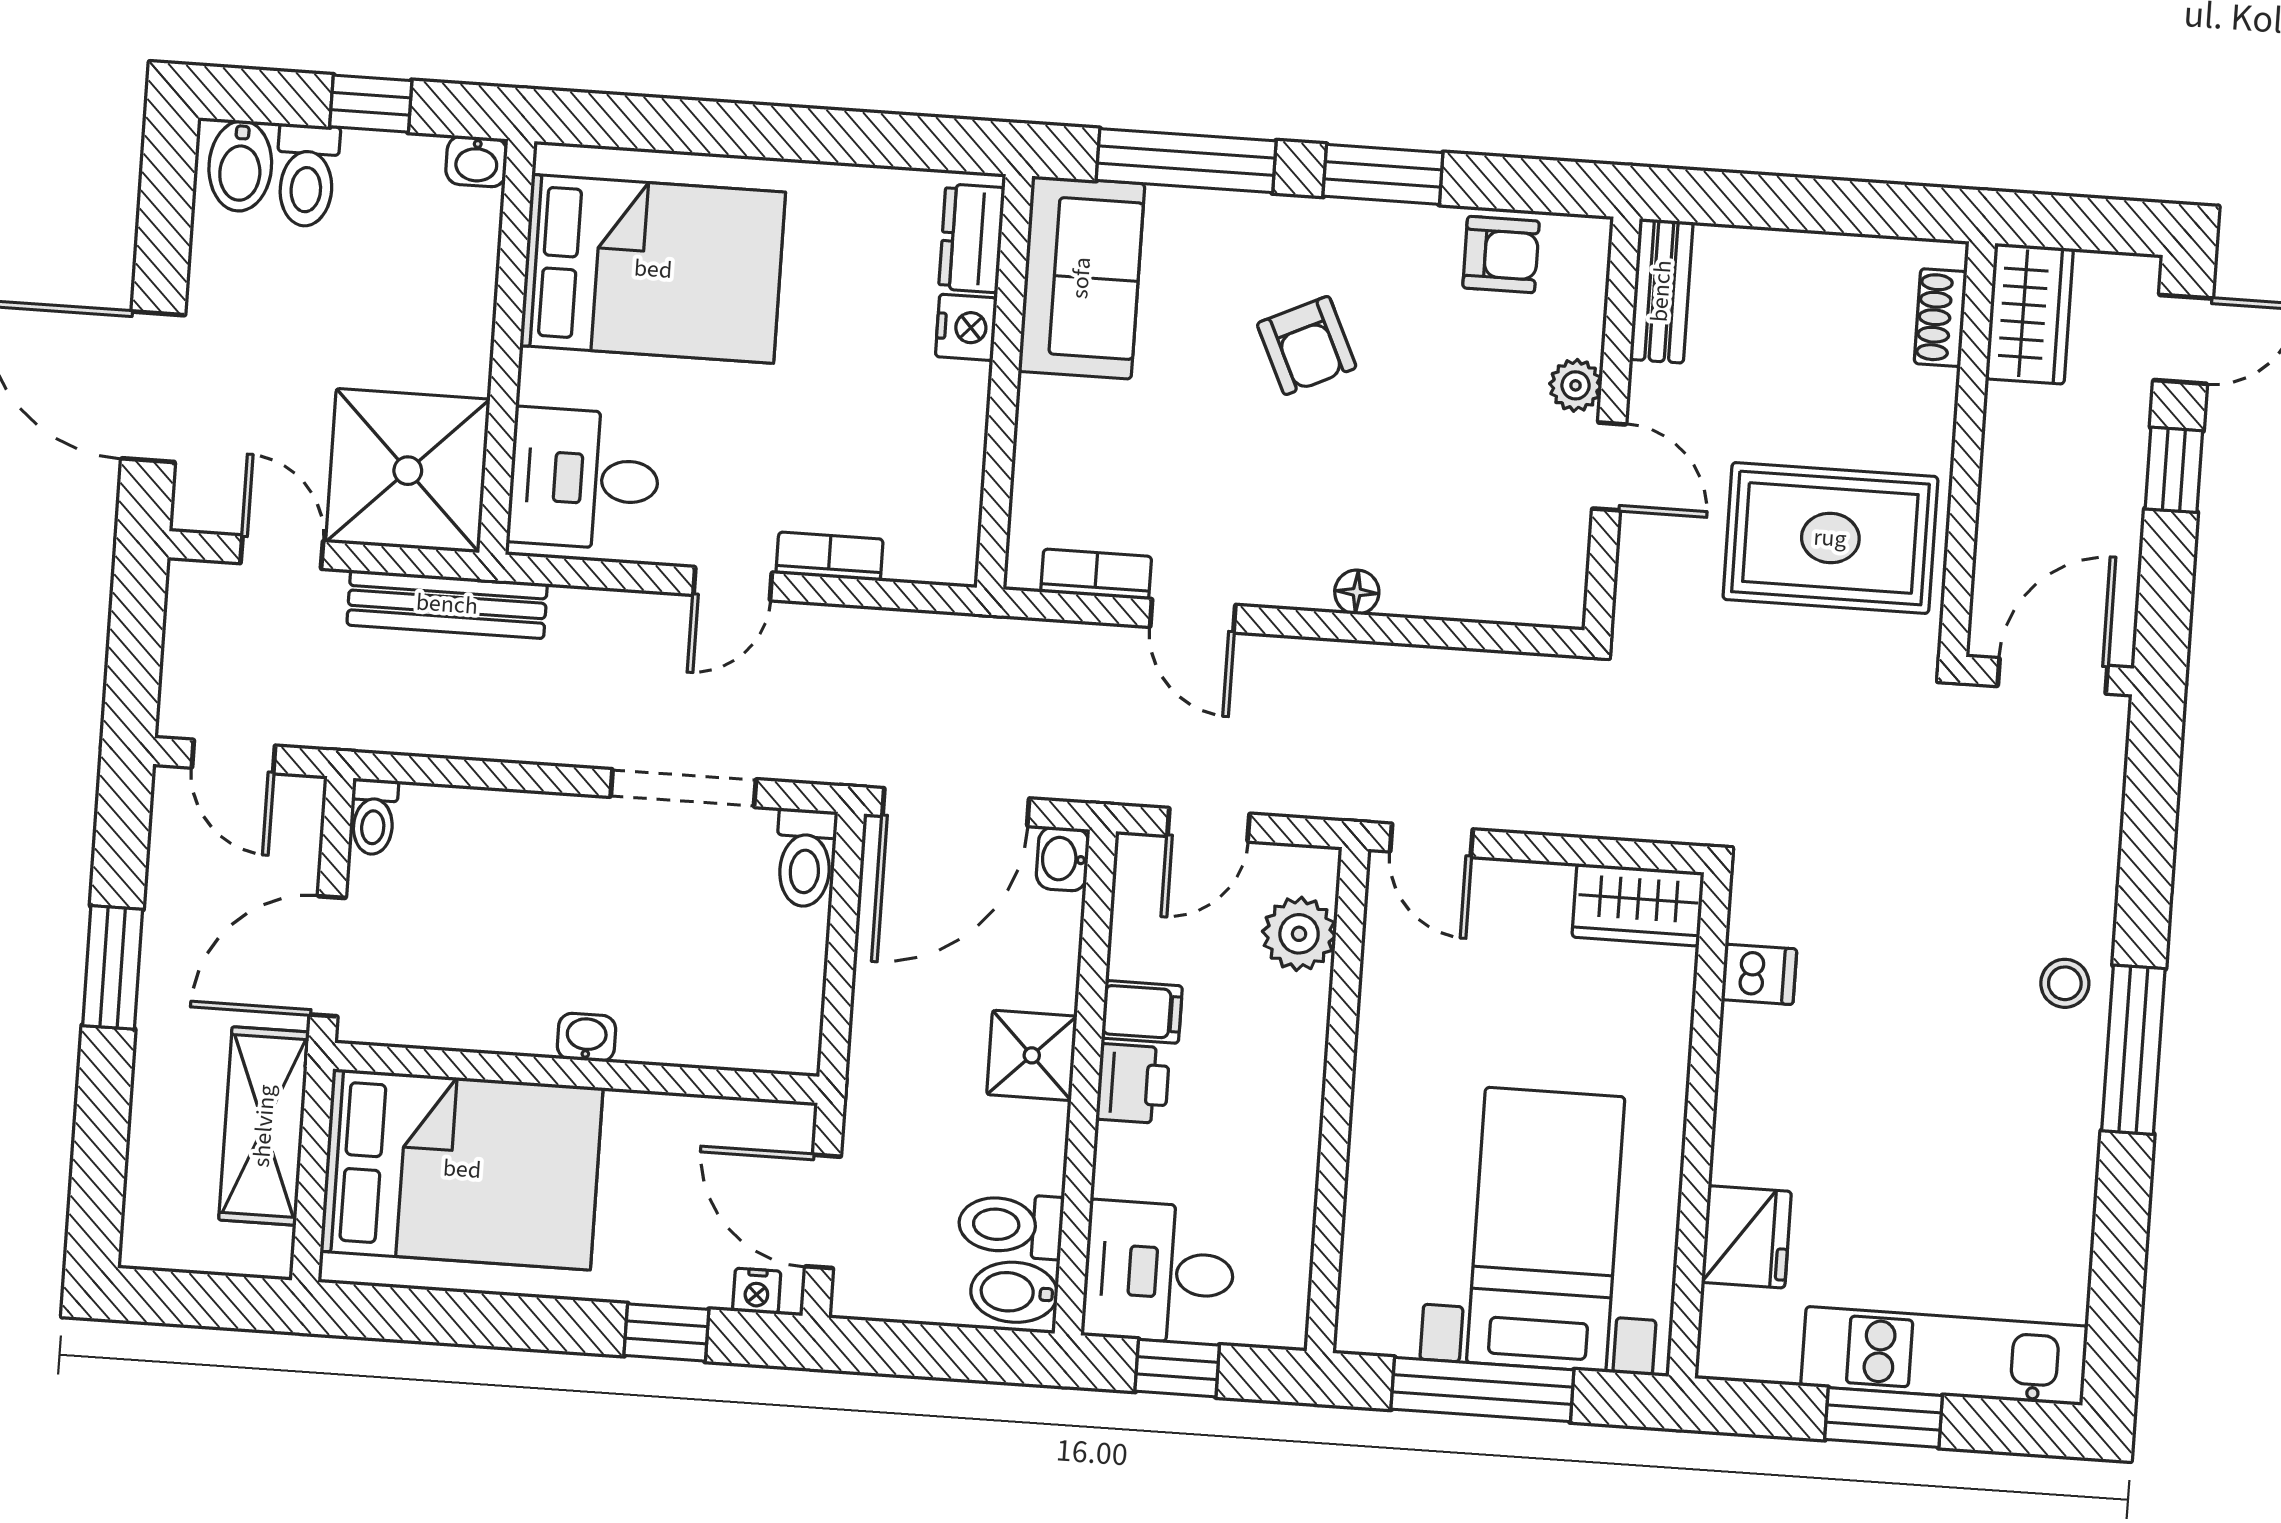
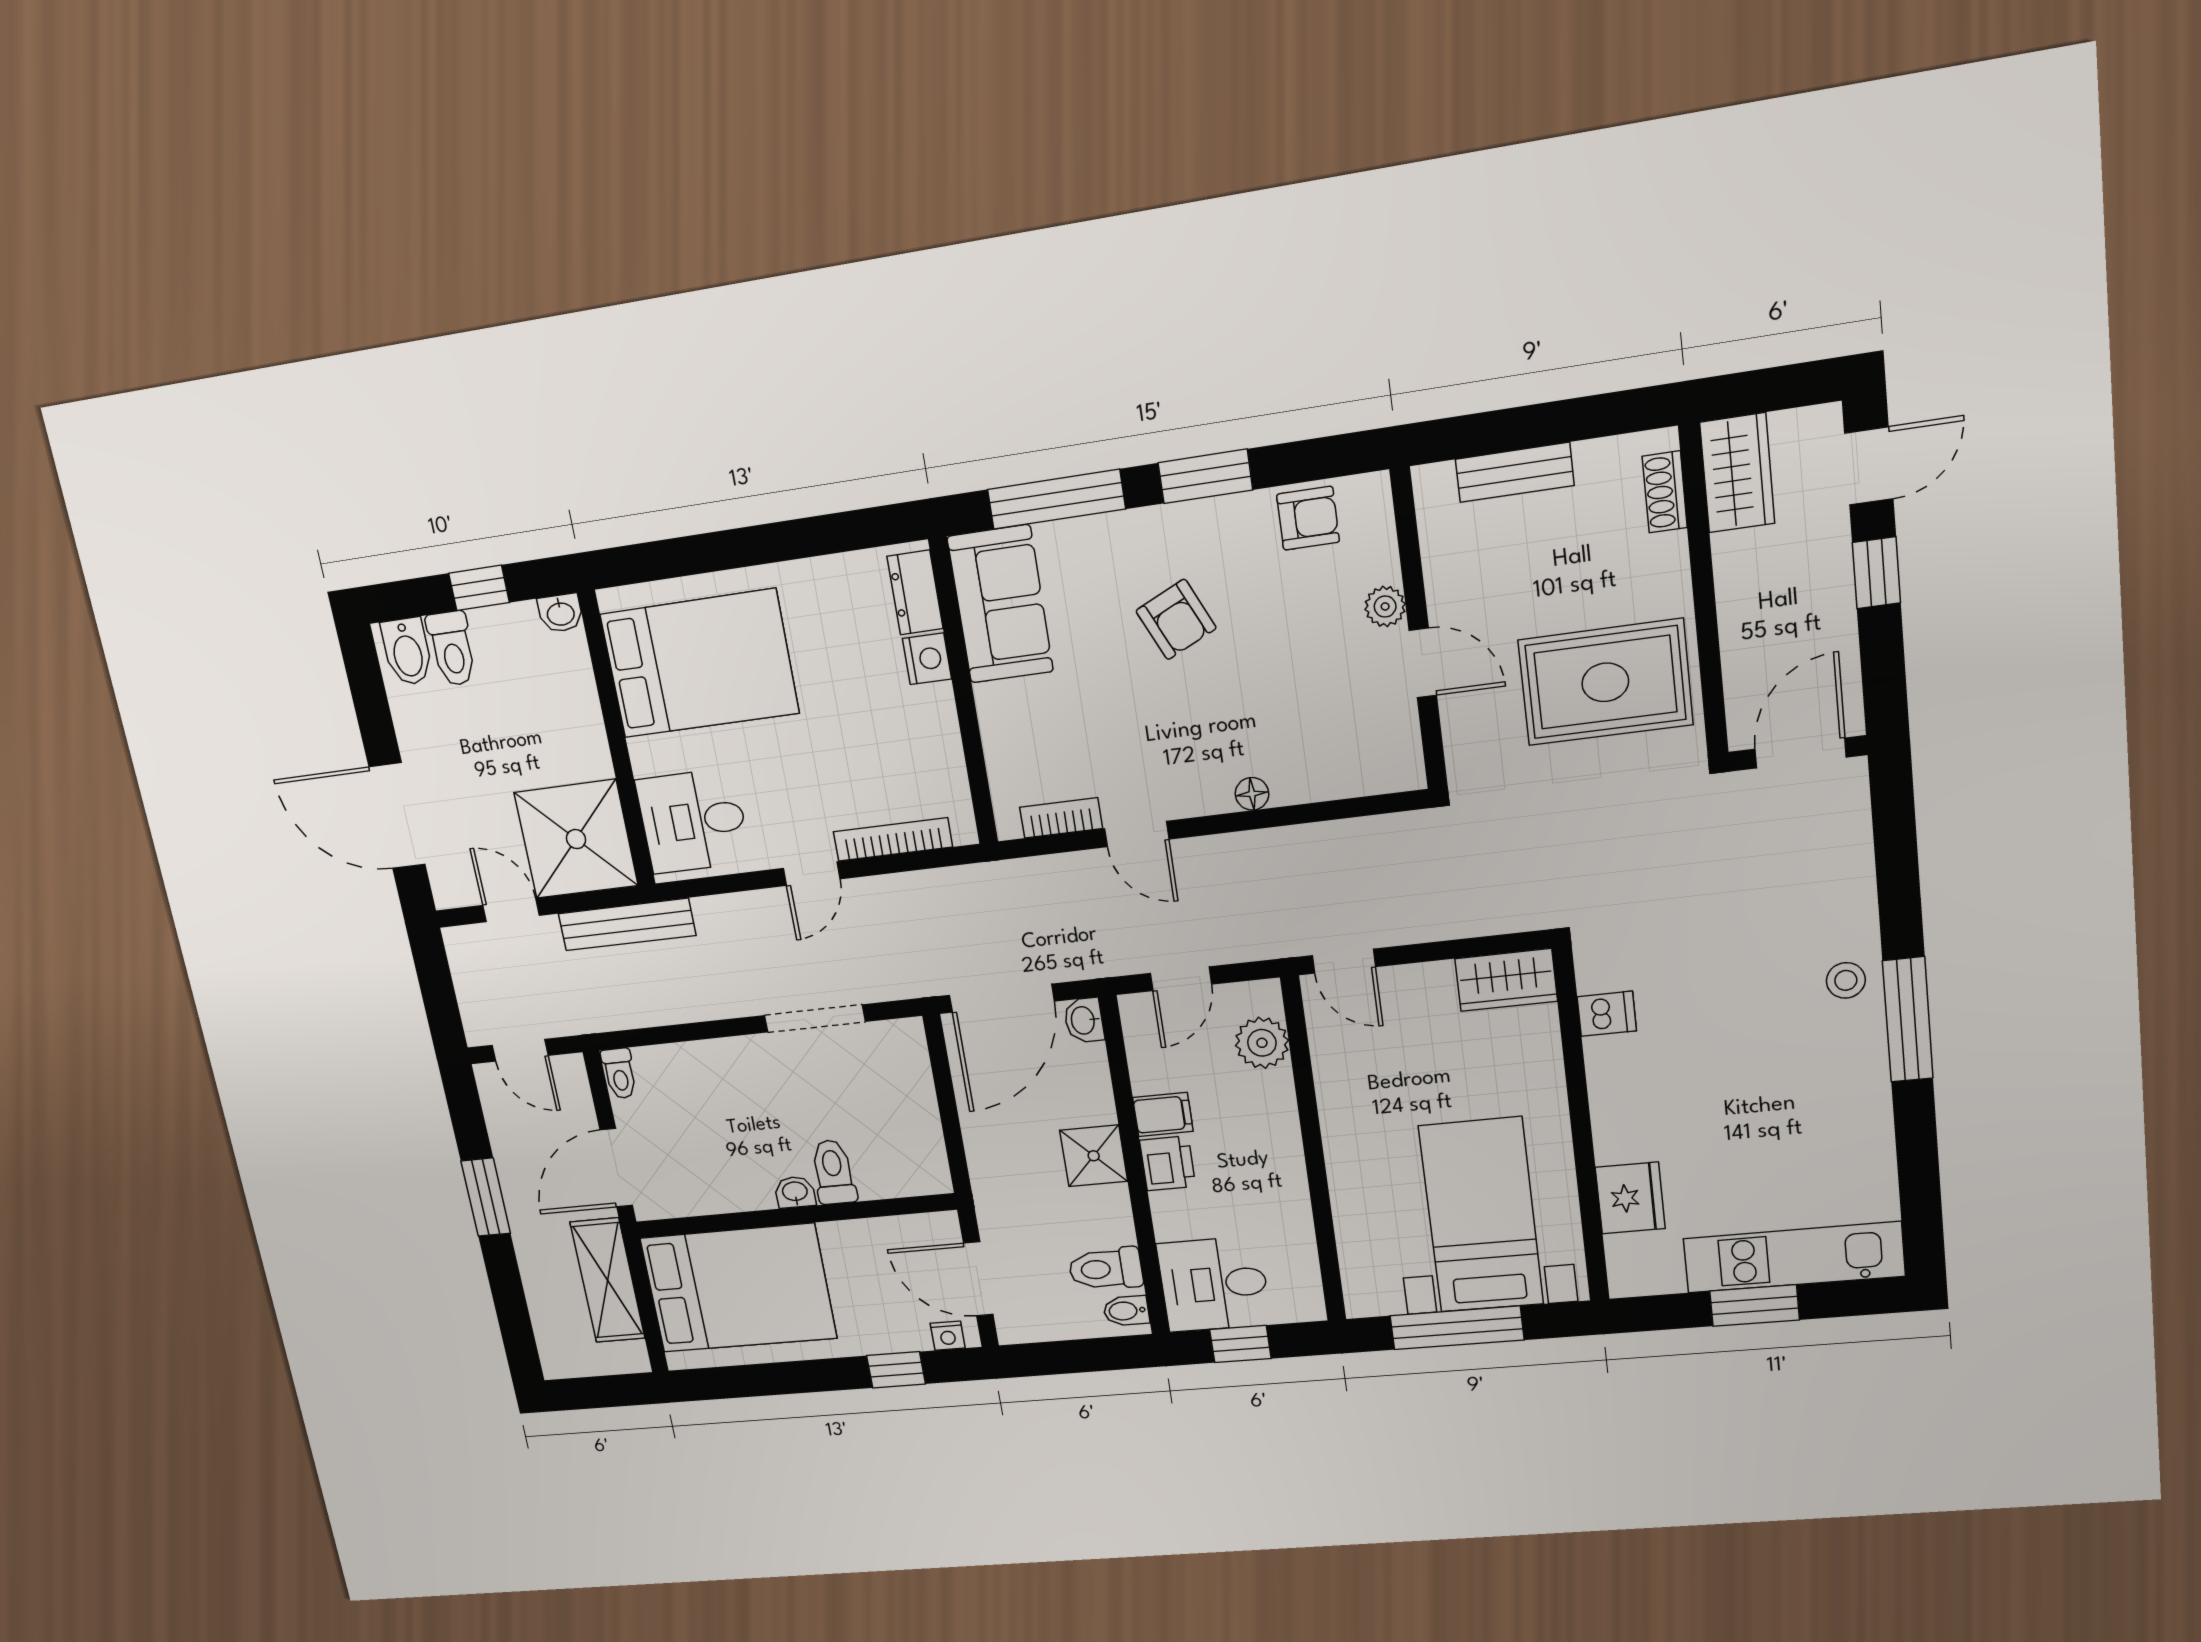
bench: (1661, 291) -> (1515, 472), moved, turned 90
bookcase: (830, 556) -> (893, 839), width x1.56
toilet: (805, 858) -> (833, 1172), moved, turned 180
bidet: (1014, 1292) -> (1126, 1311), width x0.72, depth x0.74

